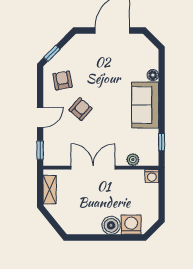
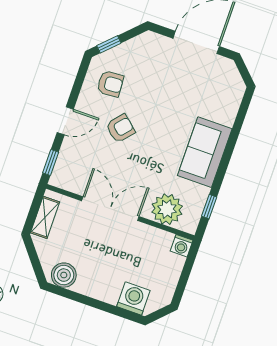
floor lamp: (153, 75) -> (228, 117), removed
armchair: (63, 80) -> (110, 84), turned 96
plant: (133, 160) -> (167, 209), width x1.88, depth x1.88
boiler: (111, 225) -> (64, 275), moved

